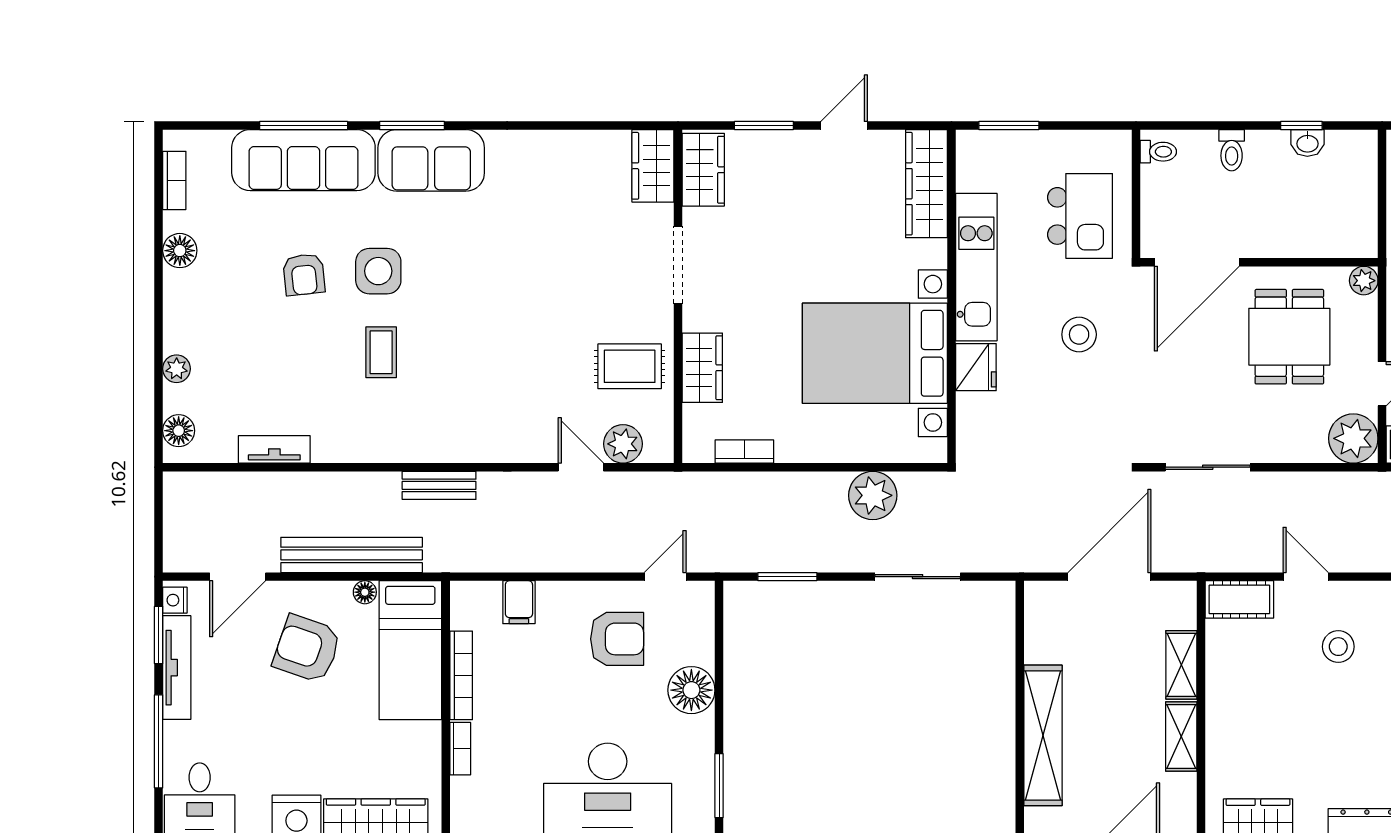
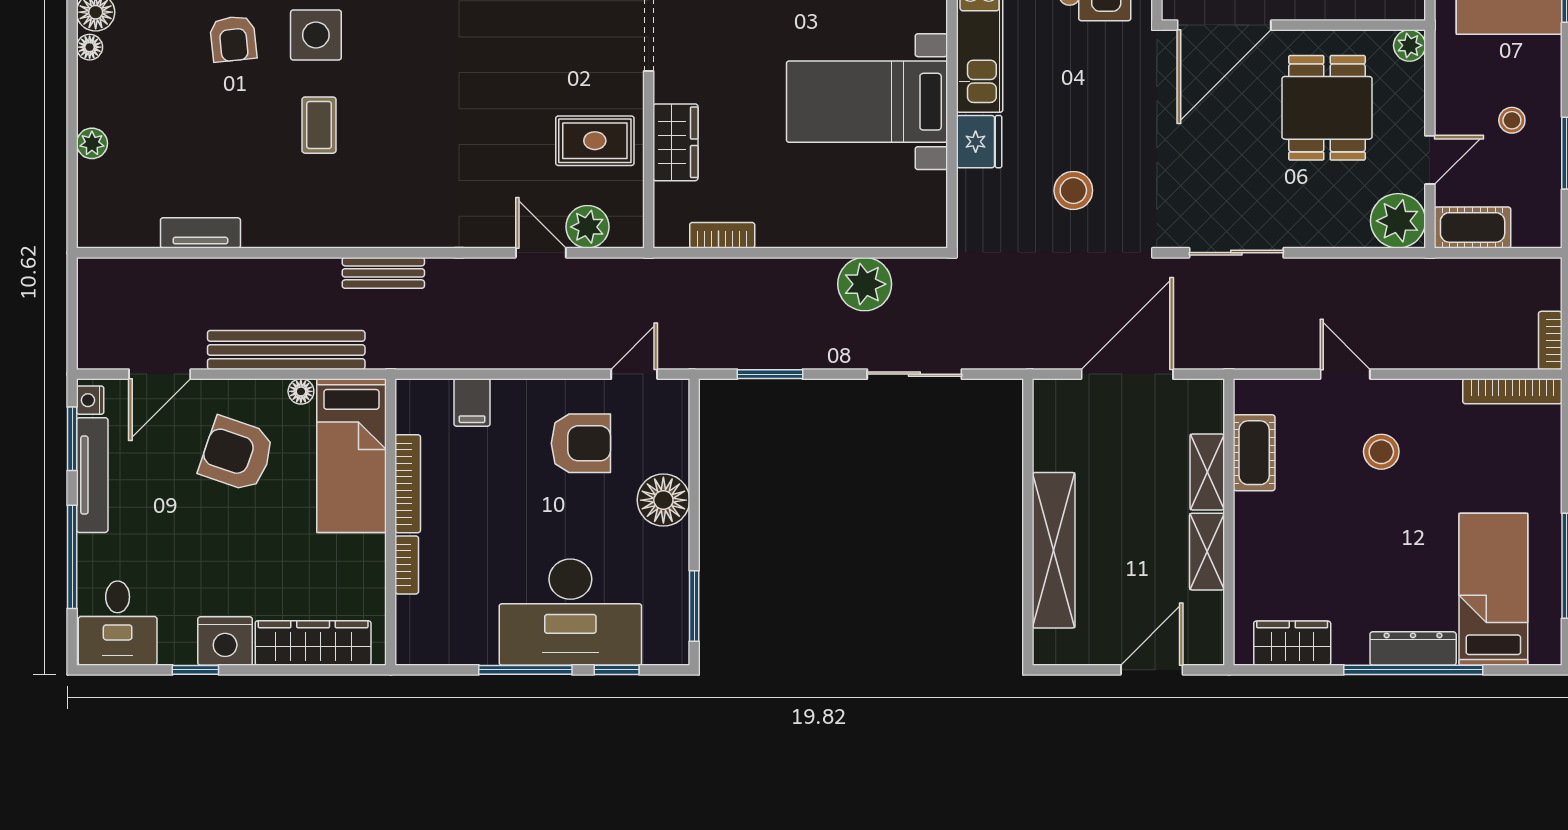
stool: (1079, 334) -> (1073, 190), moved
bed with nightstands: (875, 353) -> (867, 102), width x0.73
floor lamp: (179, 431) -> (90, 47), moved, width x0.73, depth x0.73
cot: (1239, 599) -> (1254, 453), moved, turned 90

